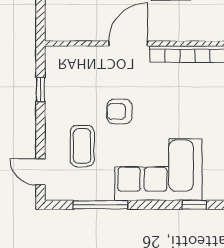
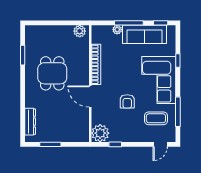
plant: (61, 62) -> (100, 133), added
coffee table: (82, 146) -> (156, 118), moved

